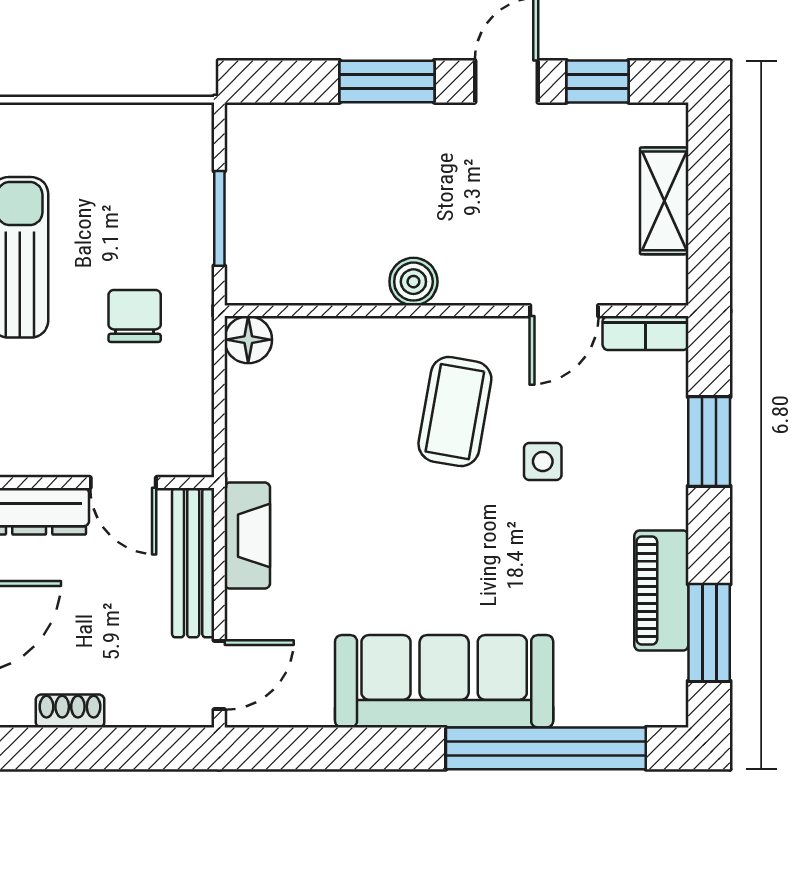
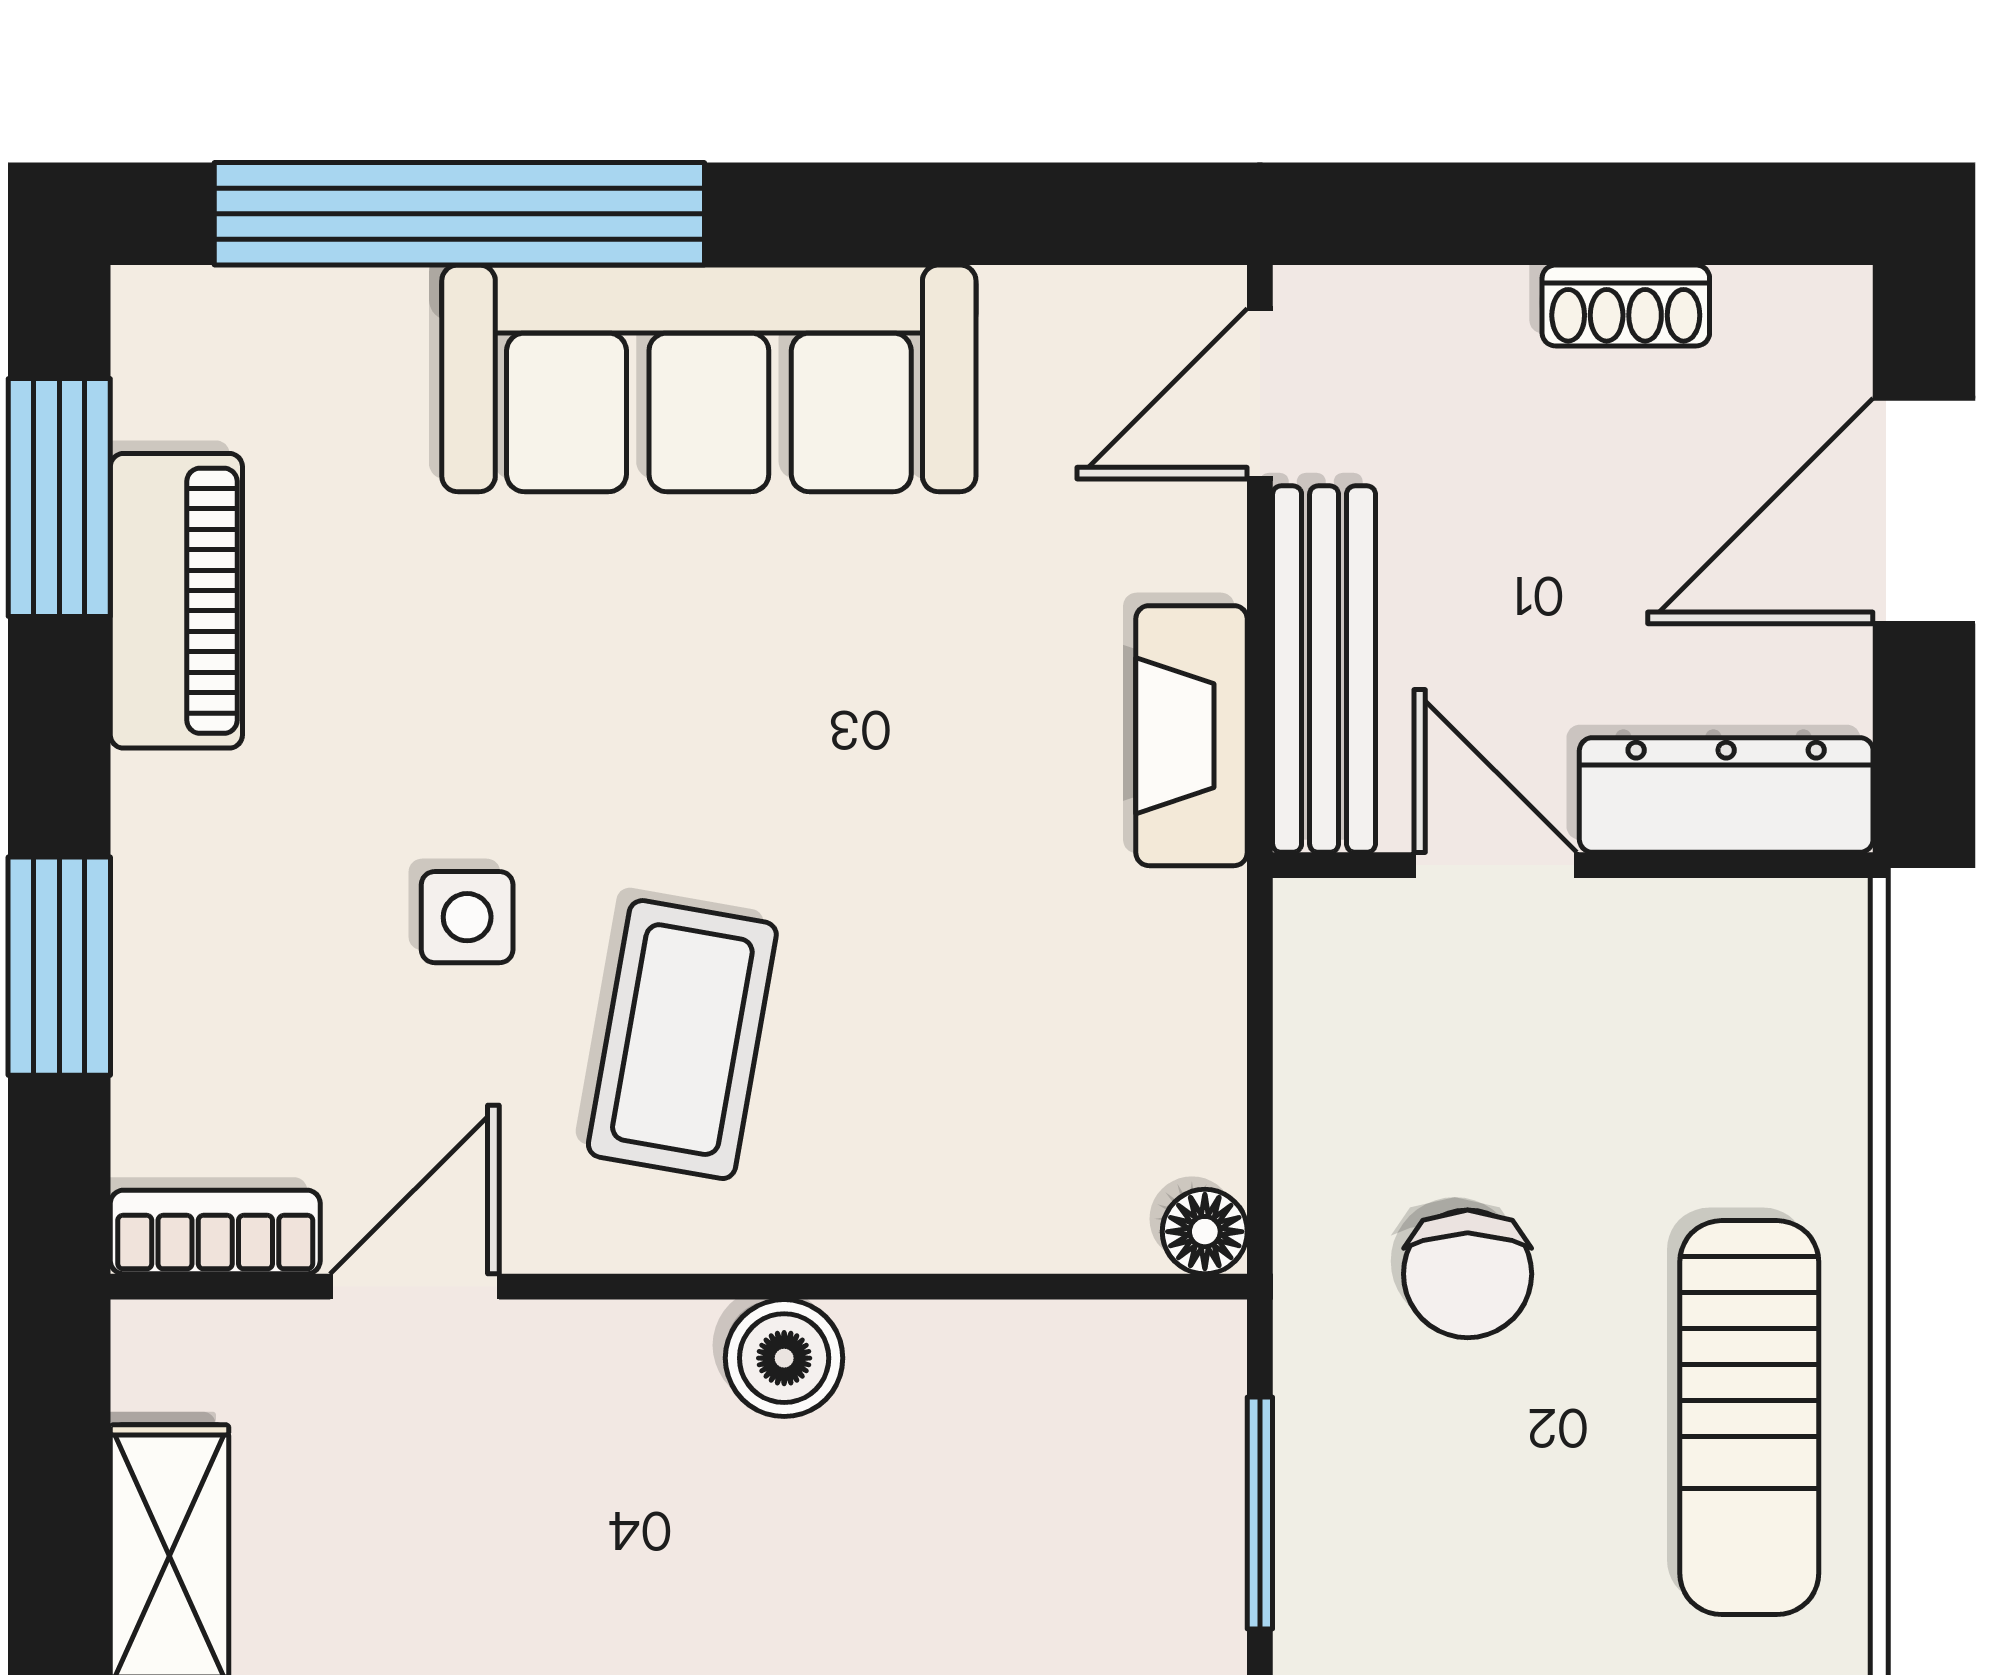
floor lamp: (248, 340) -> (1205, 1232), width x0.73, depth x0.73

